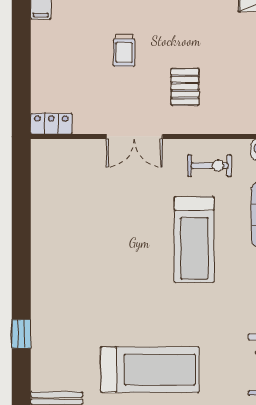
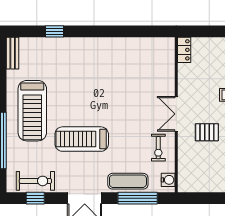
double door: (135, 137) -> (176, 114), moved
treadmill: (194, 240) -> (82, 139), moved

